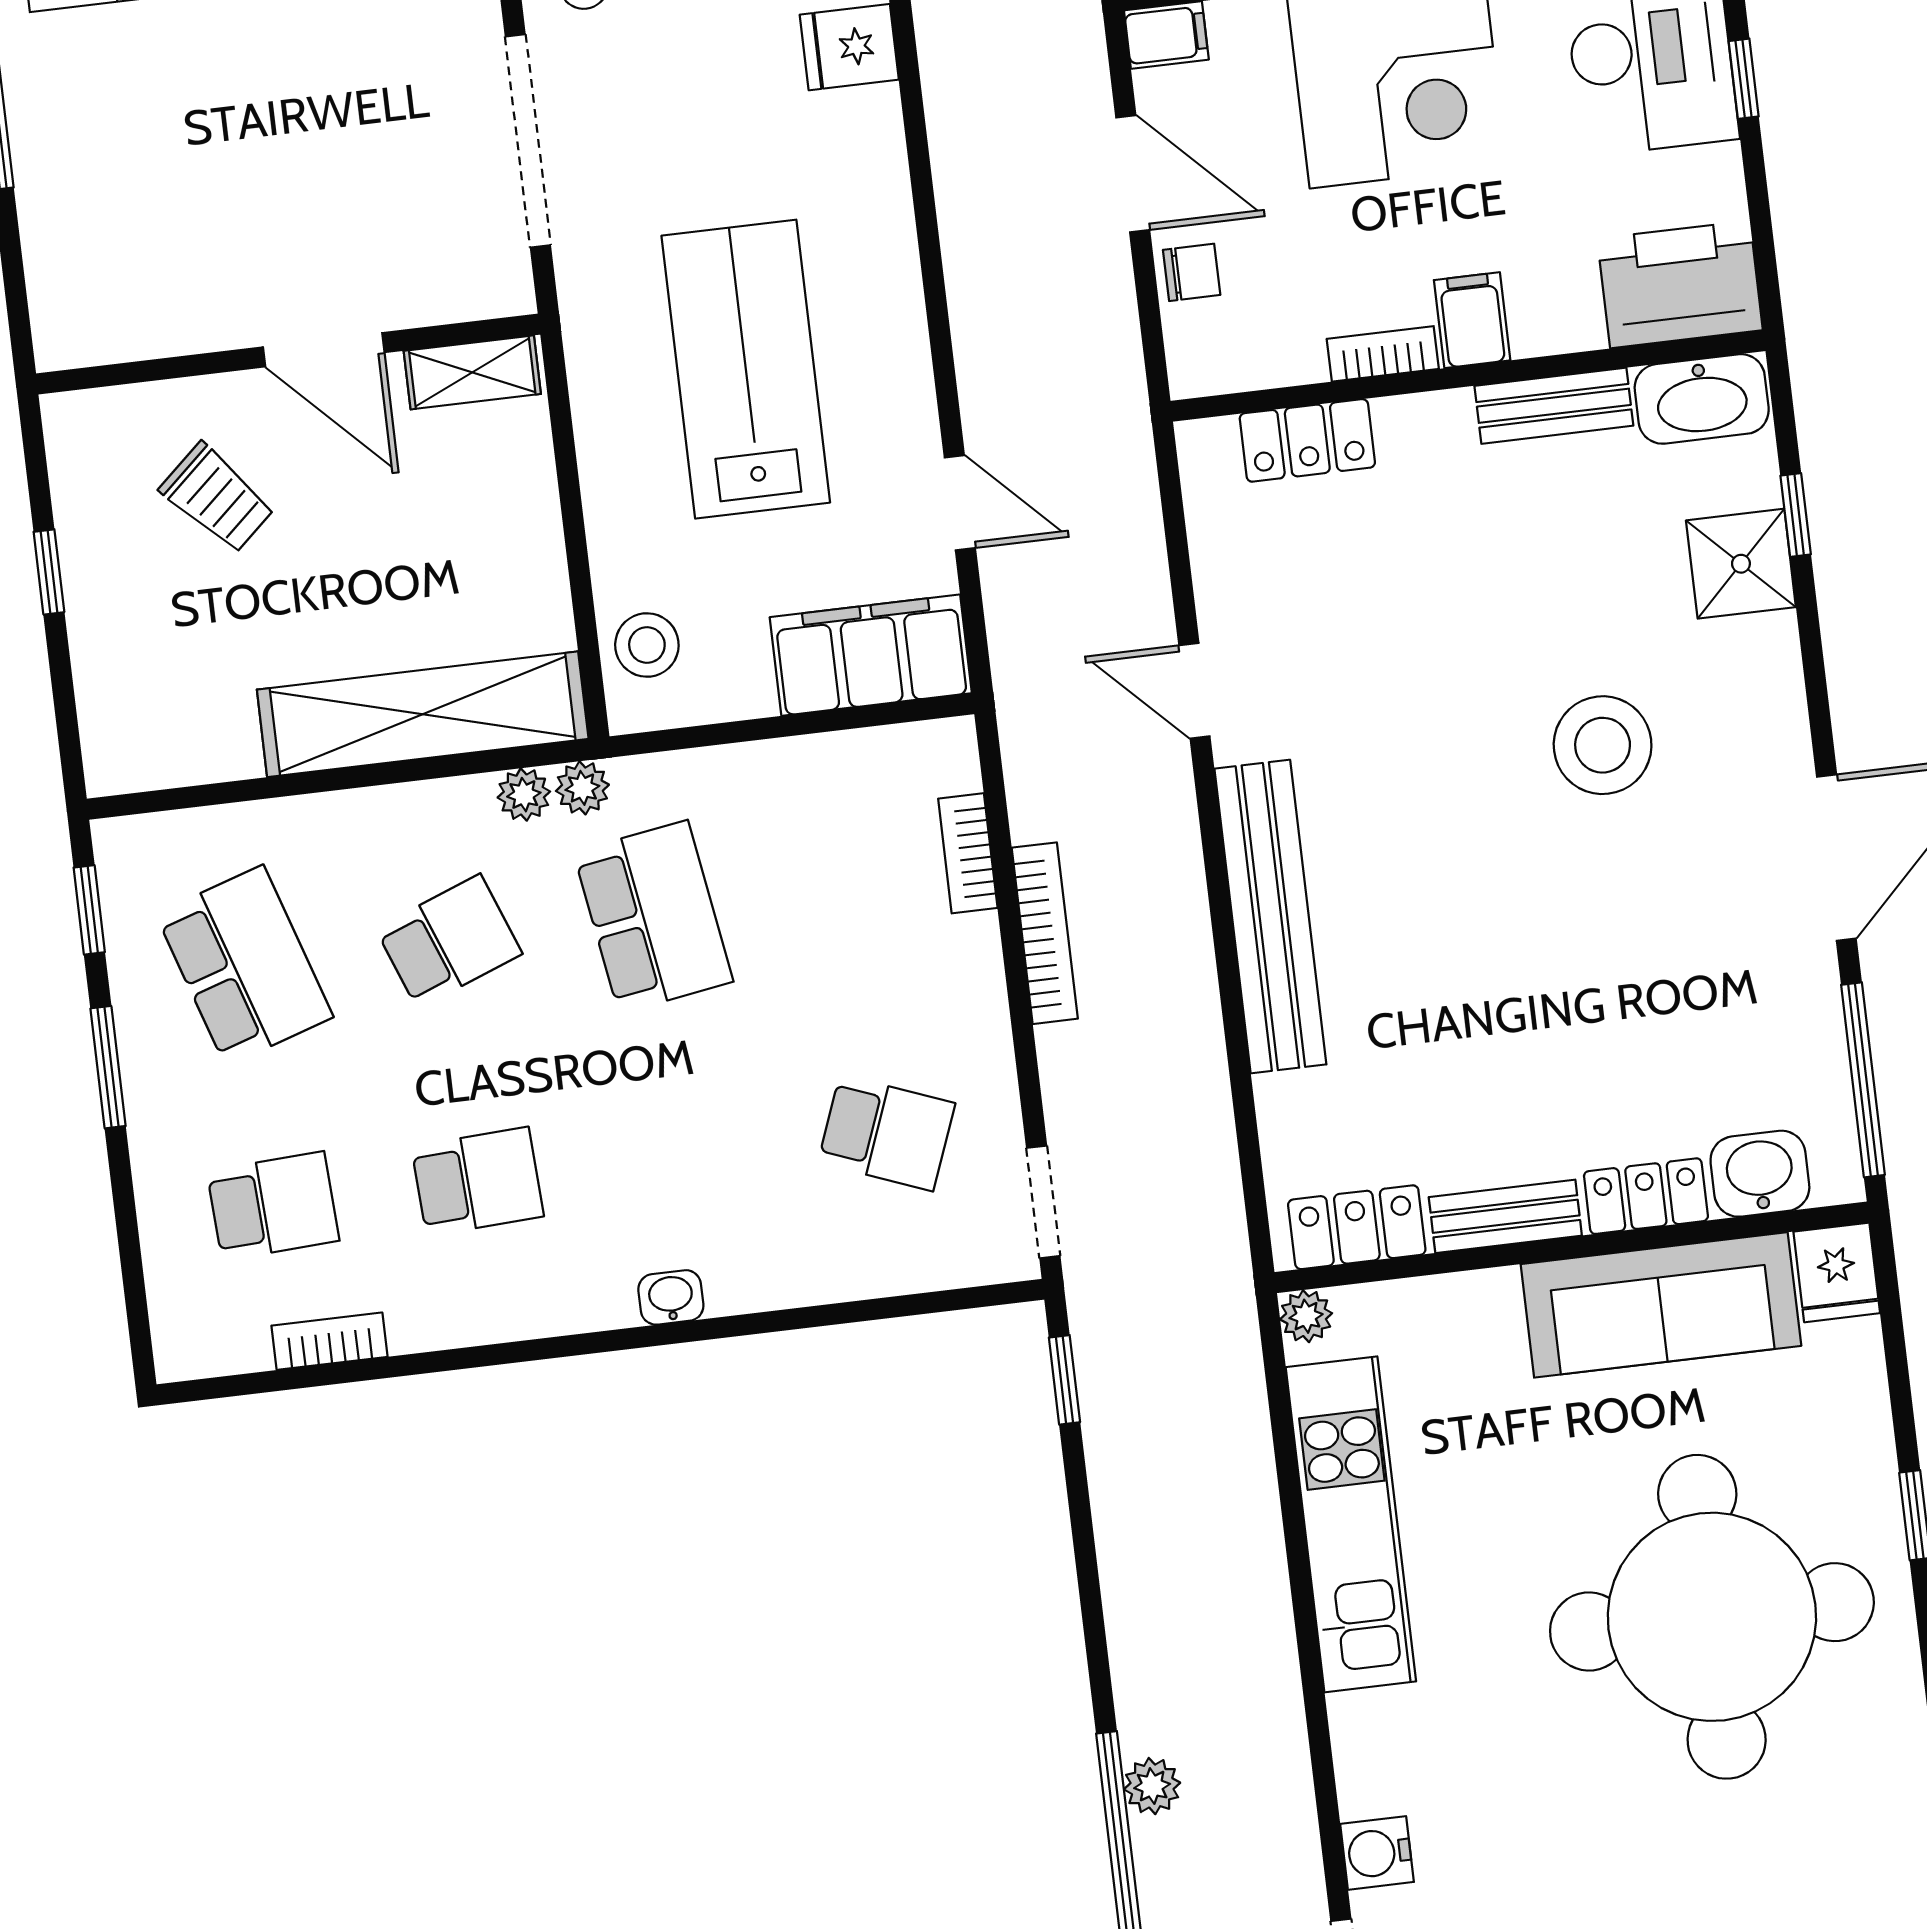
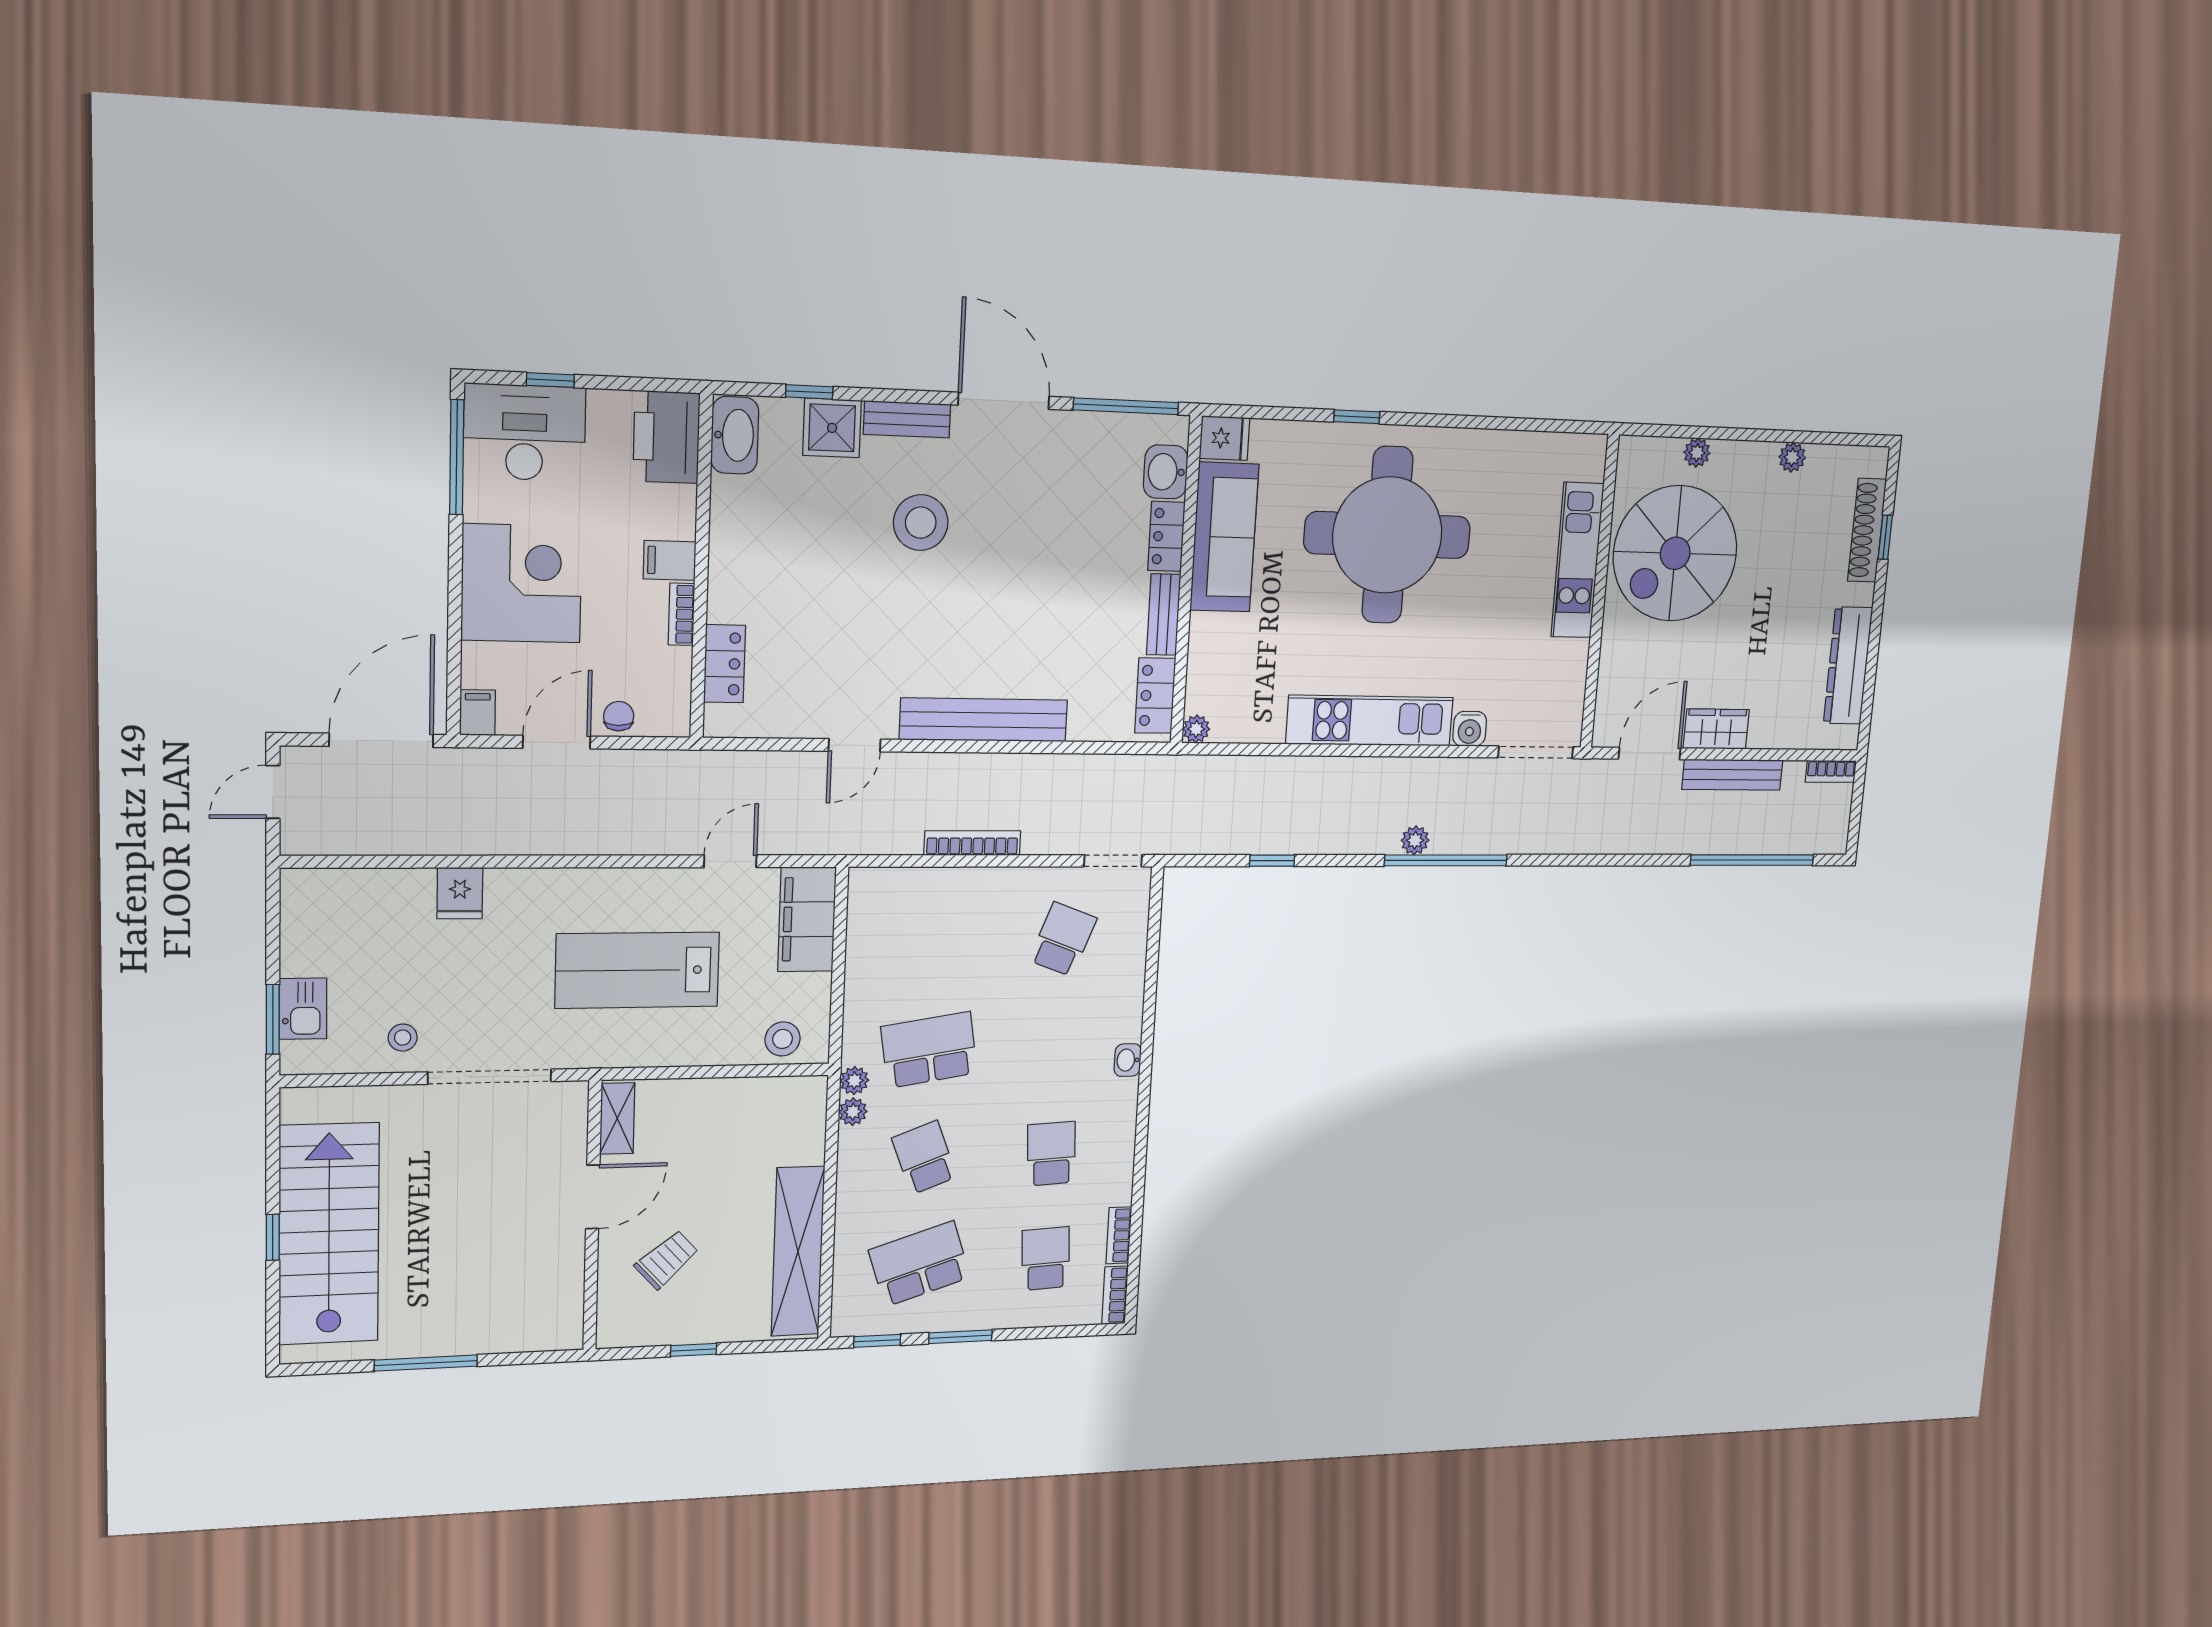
bench: (1554, 406) -> (907, 419), moved, turned 90
shelving: (423, 714) -> (798, 1251), moved
bookcase: (968, 853) -> (1115, 1295), moved, turned 90
window: (1064, 1380) -> (1272, 861), moved
kitchen unit: (1351, 1524) -> (1370, 721), moved

